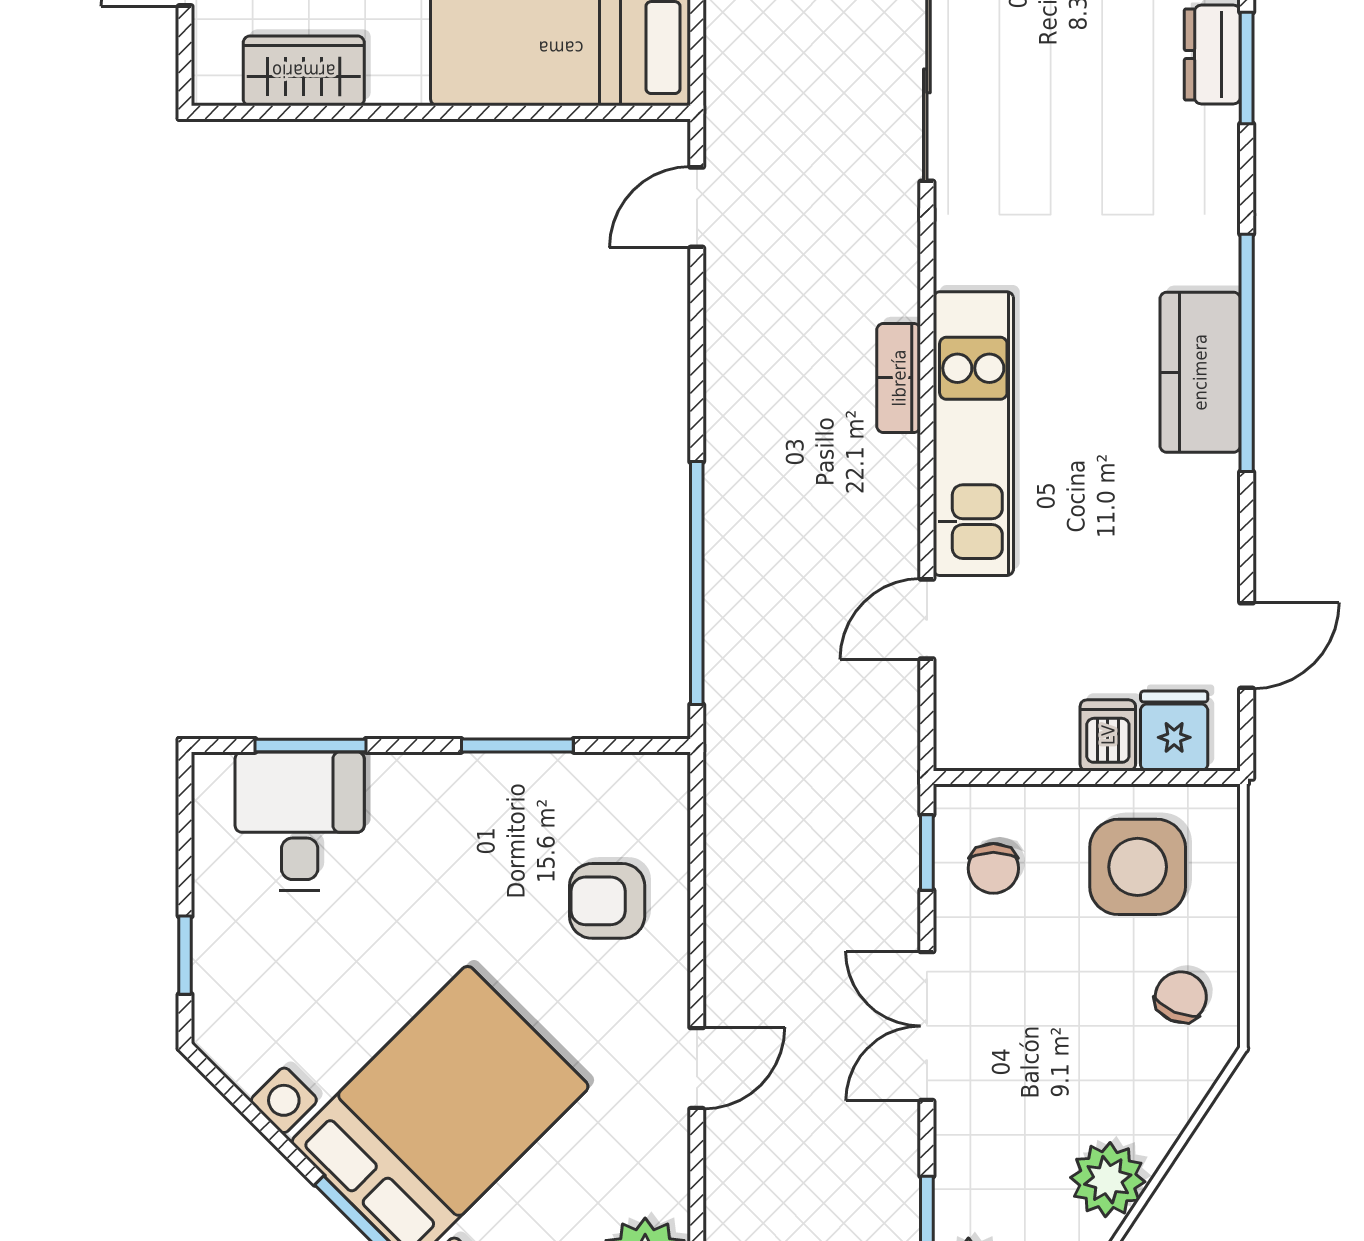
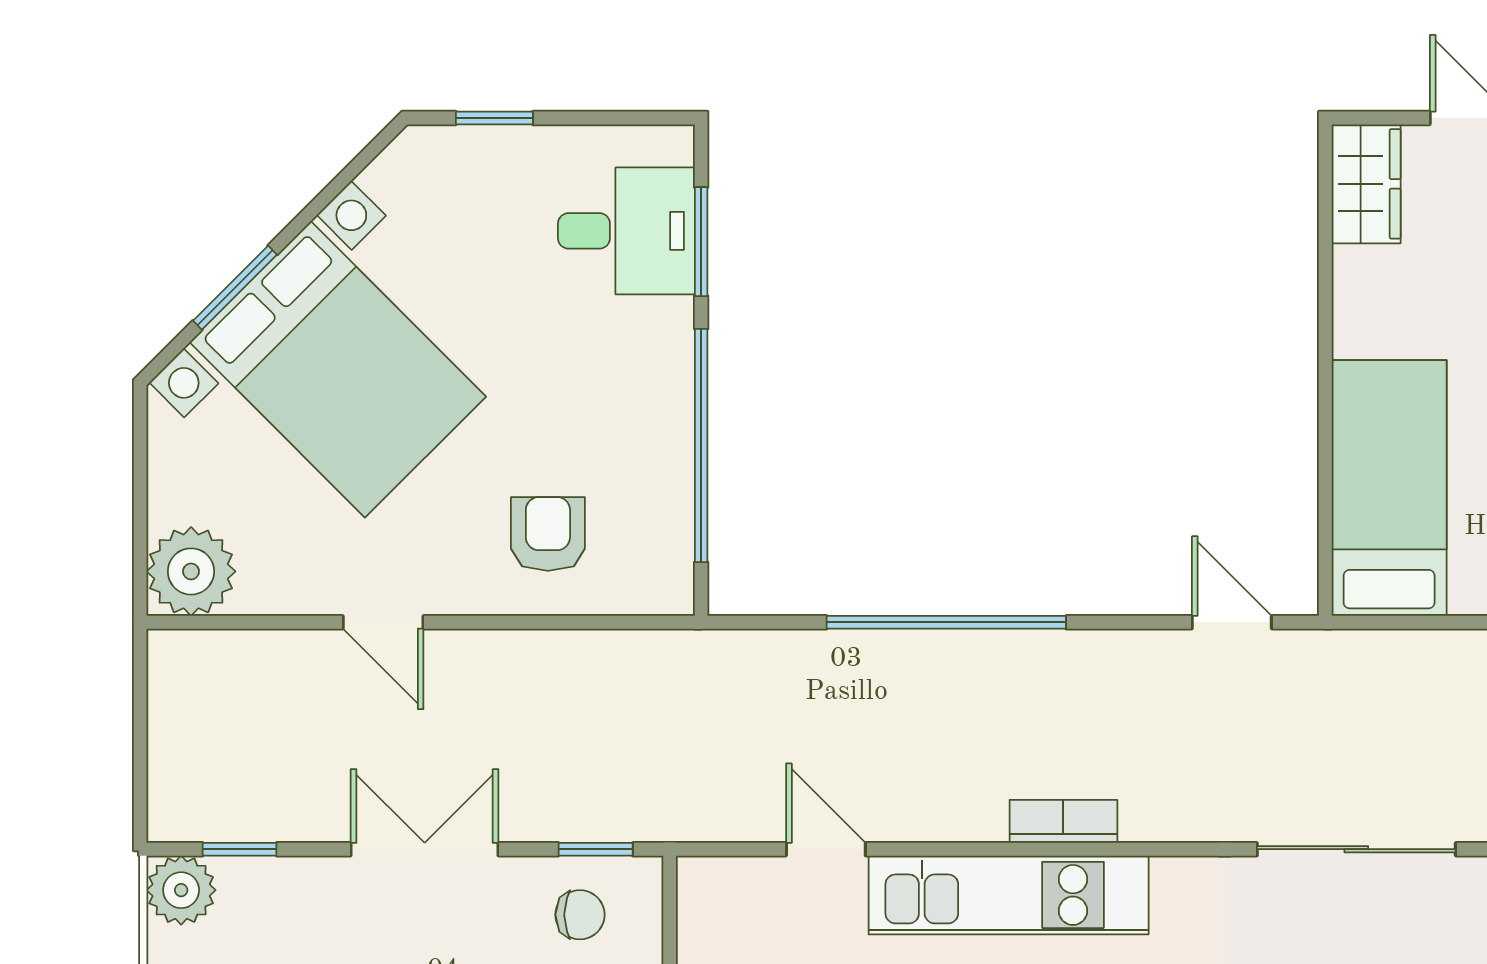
wardrobe: (304, 71) -> (1366, 184), moved
window: (697, 583) -> (946, 622), moved
window: (517, 745) -> (701, 446), width x2.11
chair: (993, 868) -> (580, 915), turned 180

